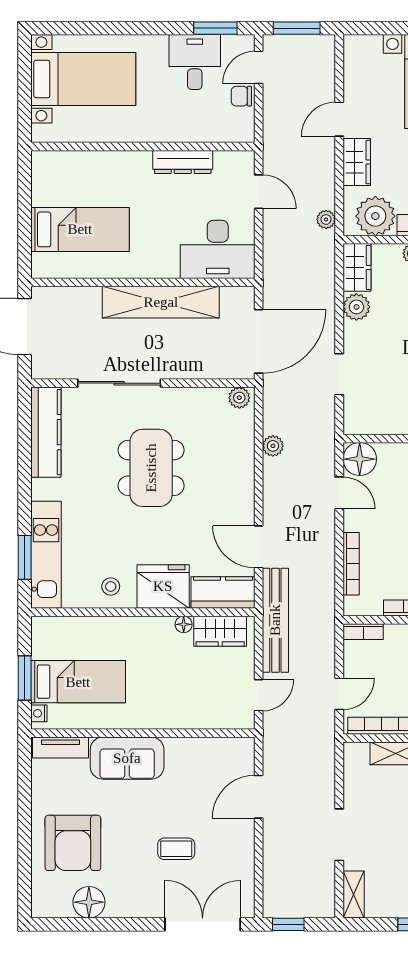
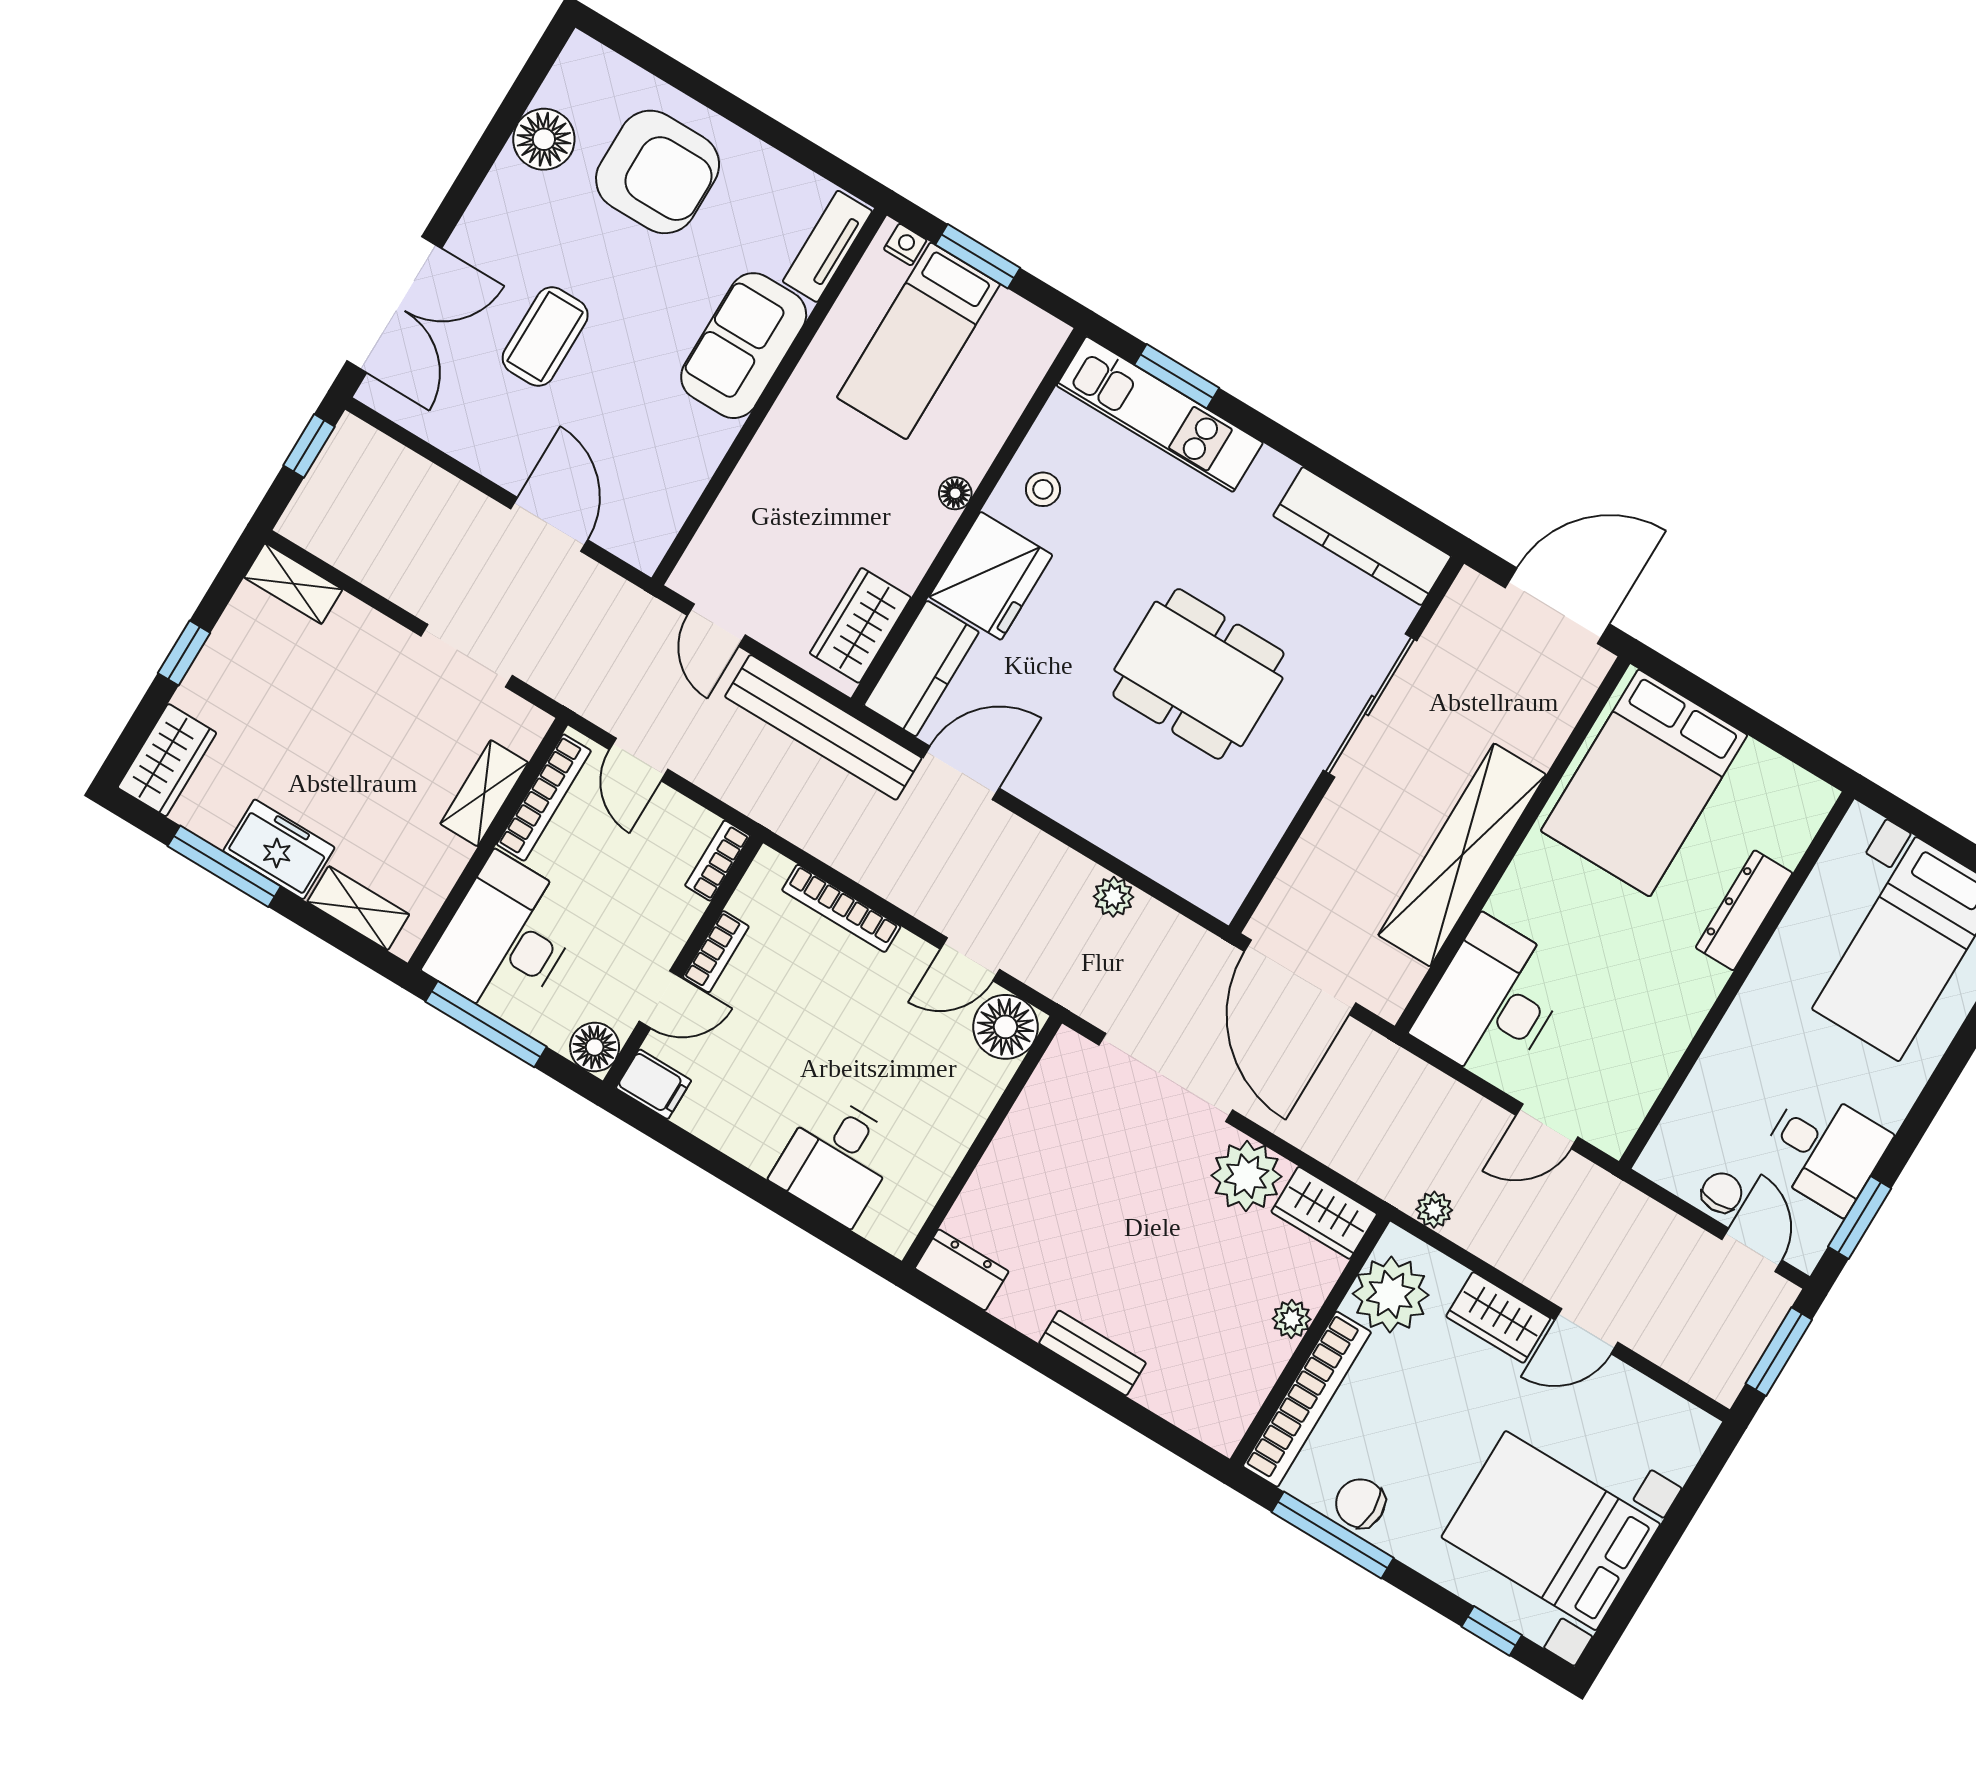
door: (339, 119) -> (1586, 1331), swing flipped
dresser: (183, 162) -> (1744, 910), moved
bed: (80, 229) -> (1644, 783), width x1.50
plant: (356, 307) -> (1247, 1176), width x1.36, depth x1.36
doorway: (339, 374) -> (1166, 1077), width x1.88
plant: (239, 398) -> (1227, 889), removed
floor lamp: (184, 624) -> (955, 493), moved
doorway: (339, 835) -> (467, 656), moved
armchair: (73, 843) -> (658, 172), turned 180
coffee table: (176, 849) -> (545, 337), width x1.36, depth x1.30

